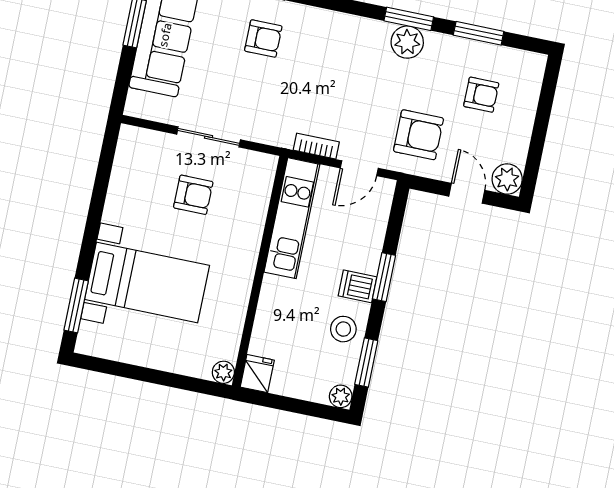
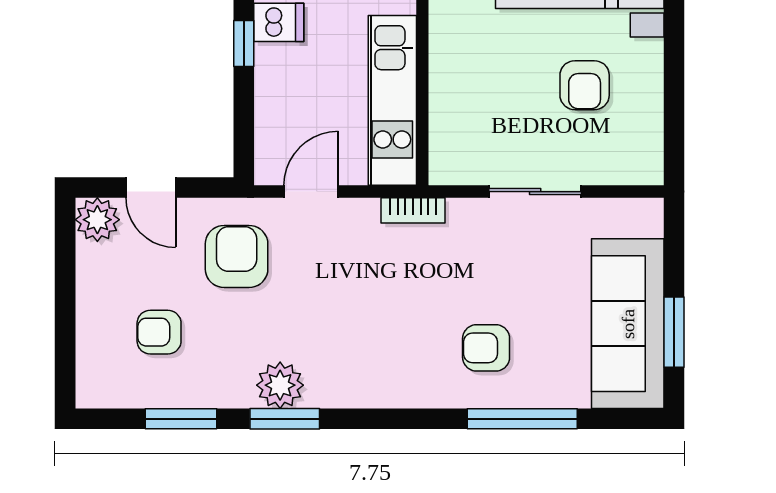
armchair: (419, 135) -> (237, 256), turned 90
bookcase: (316, 146) -> (413, 210), moved
armchair: (193, 195) -> (585, 85), moved, turned -90
window: (384, 277) -> (244, 43), width x0.67

